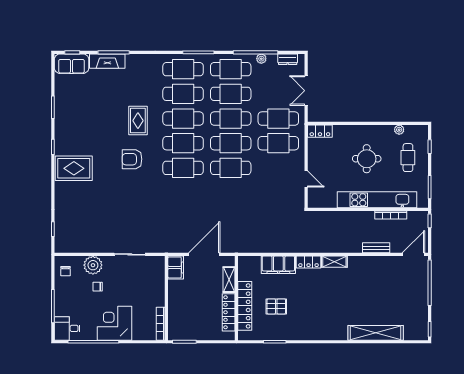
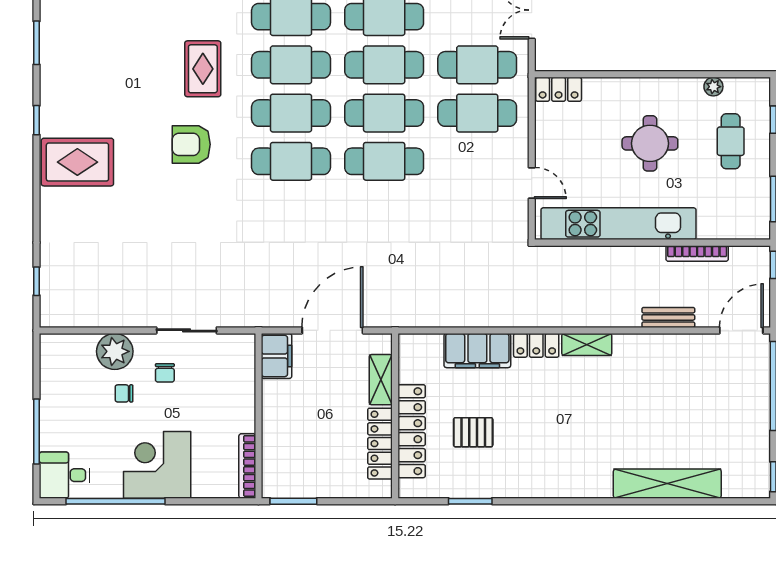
kitchen unit: (377, 200) -> (618, 224), moved
chair: (65, 271) -> (165, 373), moved

